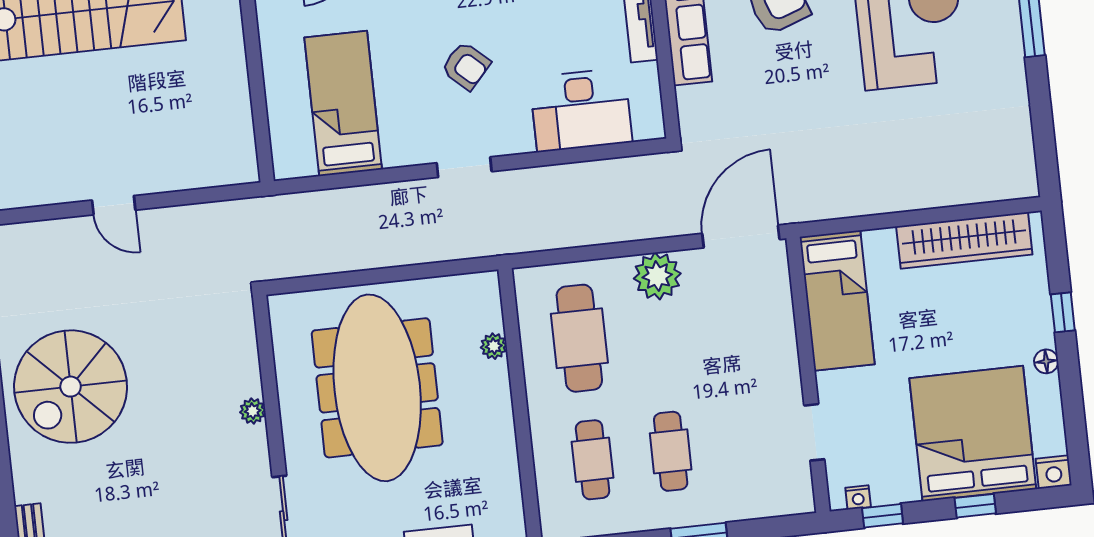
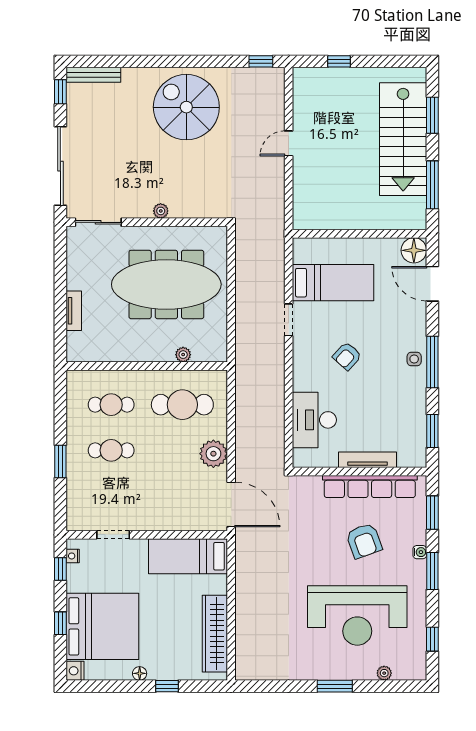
doorway: (464, 167) -> (289, 320), moved

